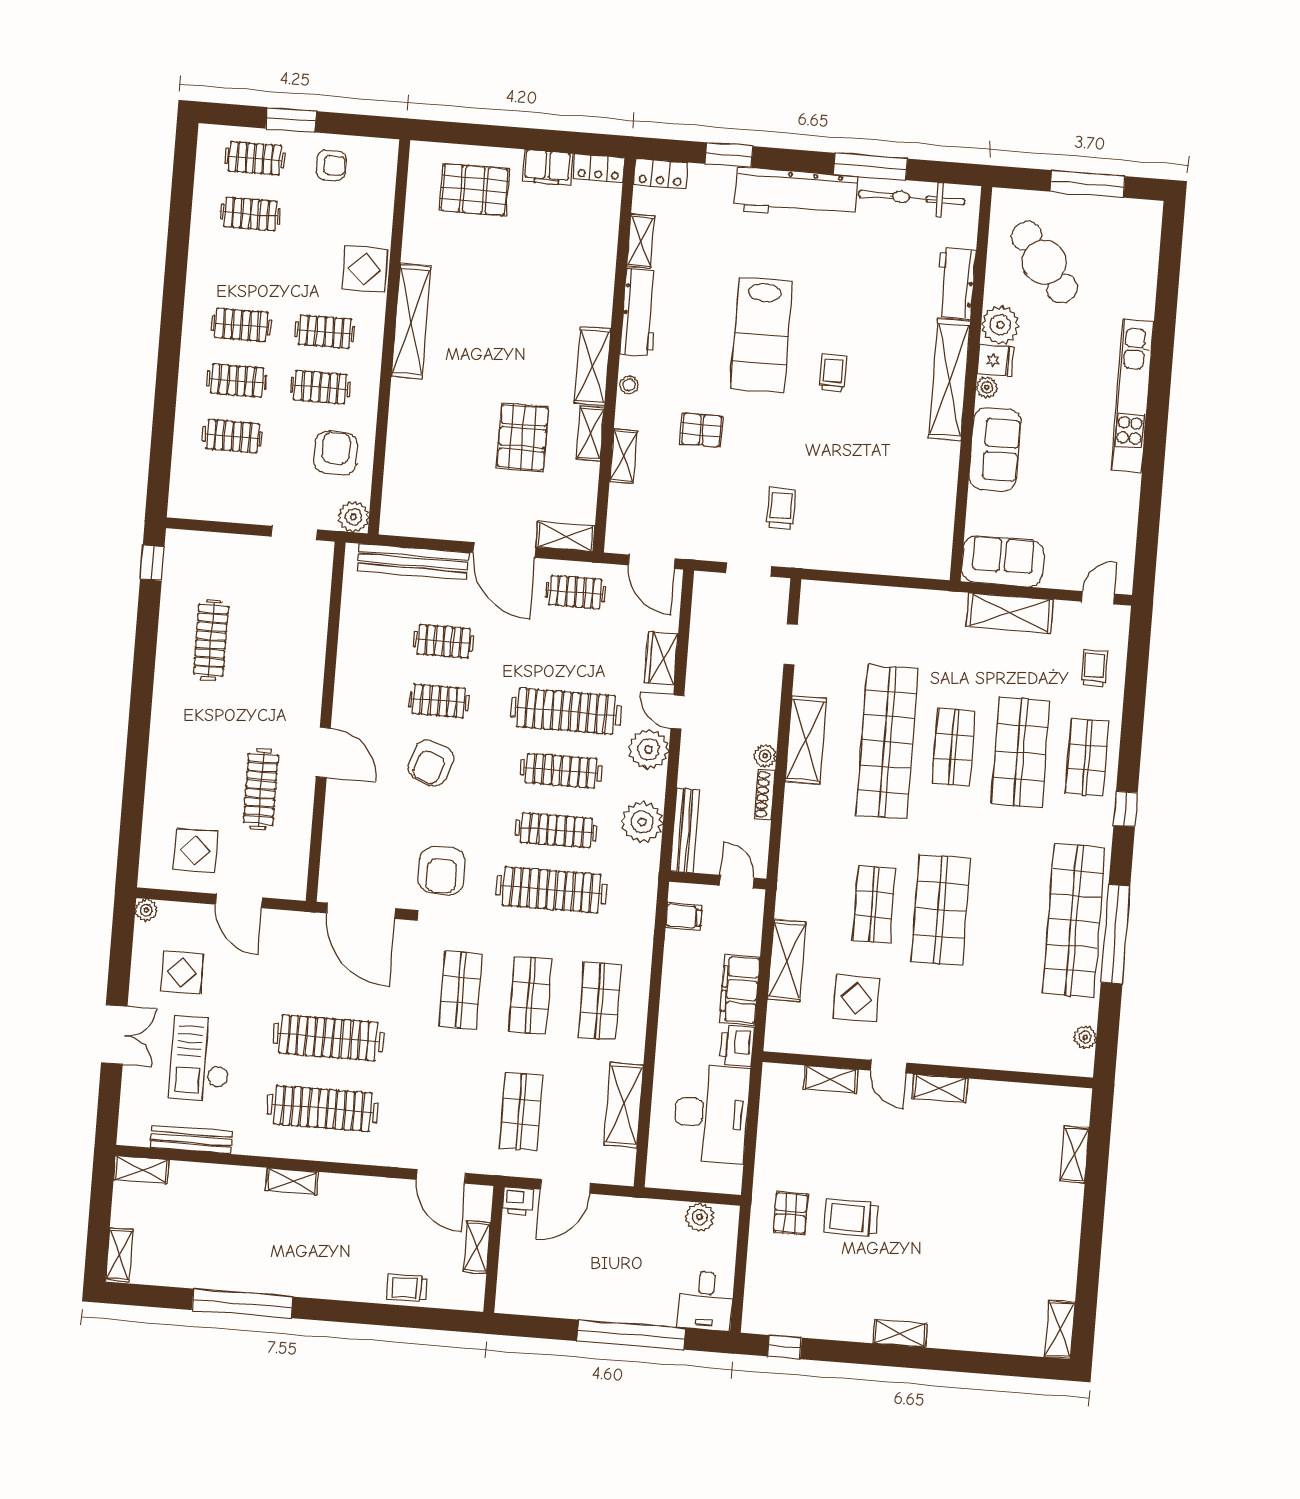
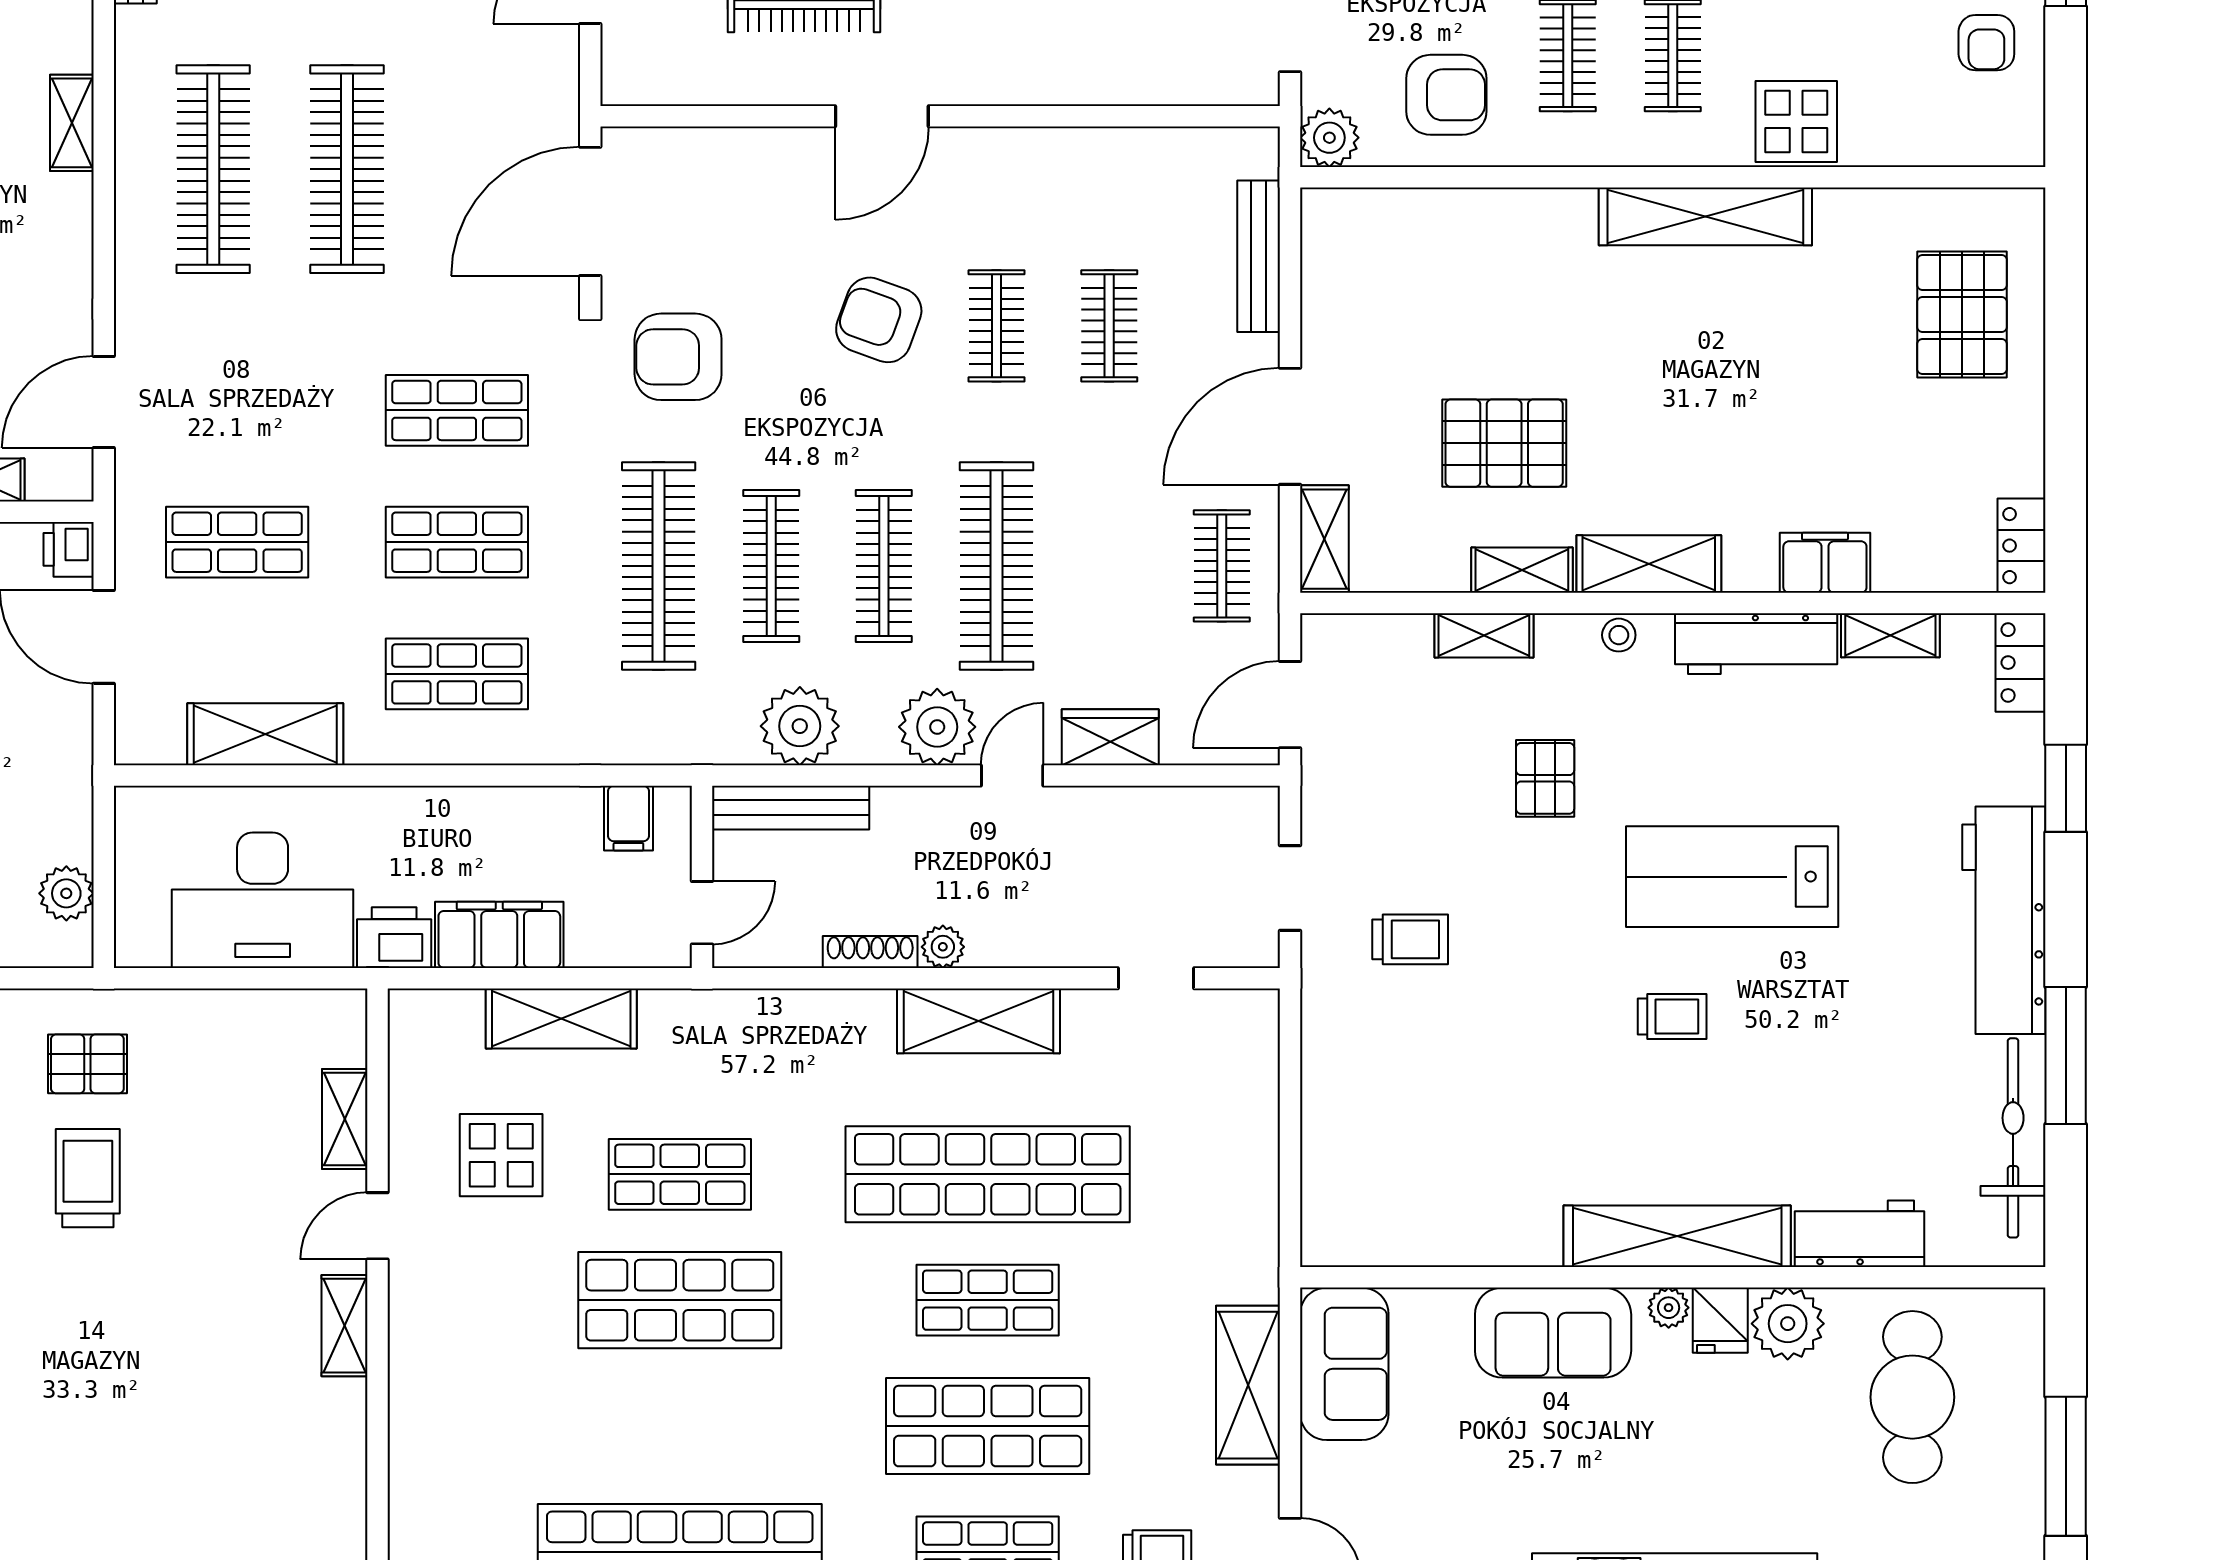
filing cabinet: (547, 167) -> (1825, 563), moved, turned 90
cafe table: (1044, 262) -> (1912, 1397), turned -51
bench: (413, 562) -> (1259, 256), width x0.73, depth x0.82

